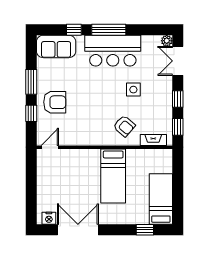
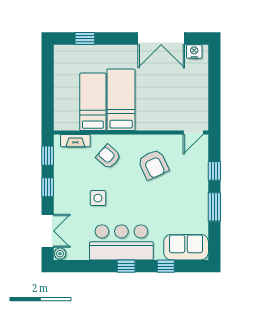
window: (109, 30) -> (126, 266), width x0.46
armchair: (55, 102) -> (153, 164), moved, turned -115
bed: (161, 199) -> (93, 102), moved, turned 180

